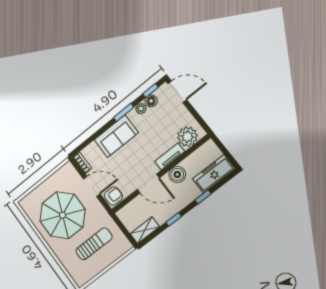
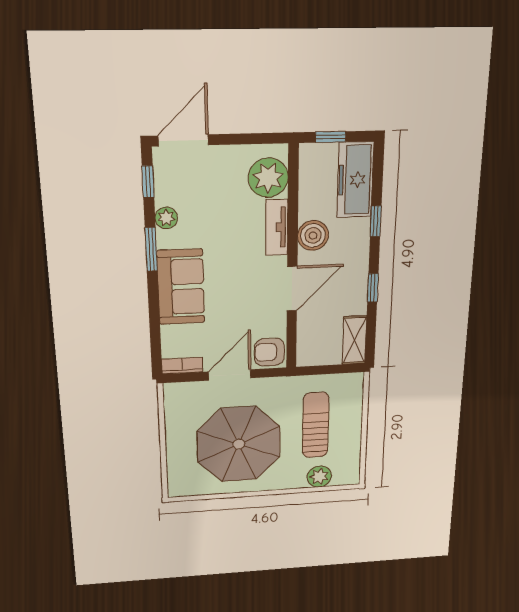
floor lamp: (151, 101) -> (166, 193), removed
window: (223, 149) -> (331, 137), added
armchair: (114, 196) -> (269, 352), turned -90
plant: (71, 265) -> (319, 477), added

